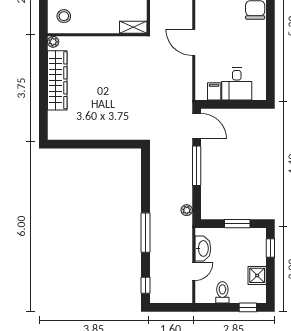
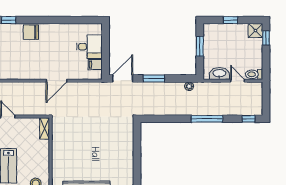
window: (197, 166) -> (154, 78), width x0.69
window: (270, 248) -> (230, 20), moved
shower: (257, 275) -> (255, 31), moved
toilet: (222, 292) -> (254, 74), moved

